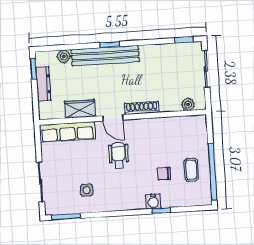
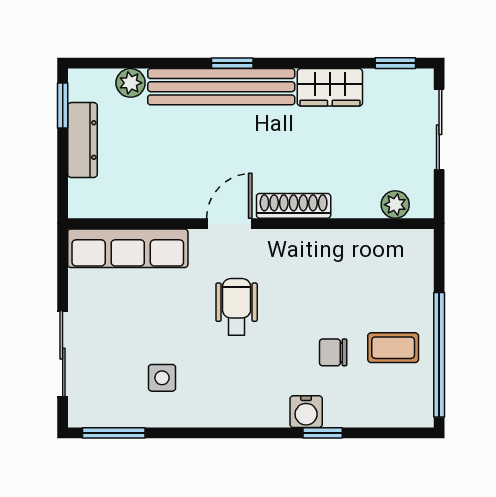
wardrobe: (80, 109) -> (330, 87), moved, turned 180
door: (113, 118) -> (229, 224), swing flipped
coffee table: (191, 170) -> (393, 348), turned 90

